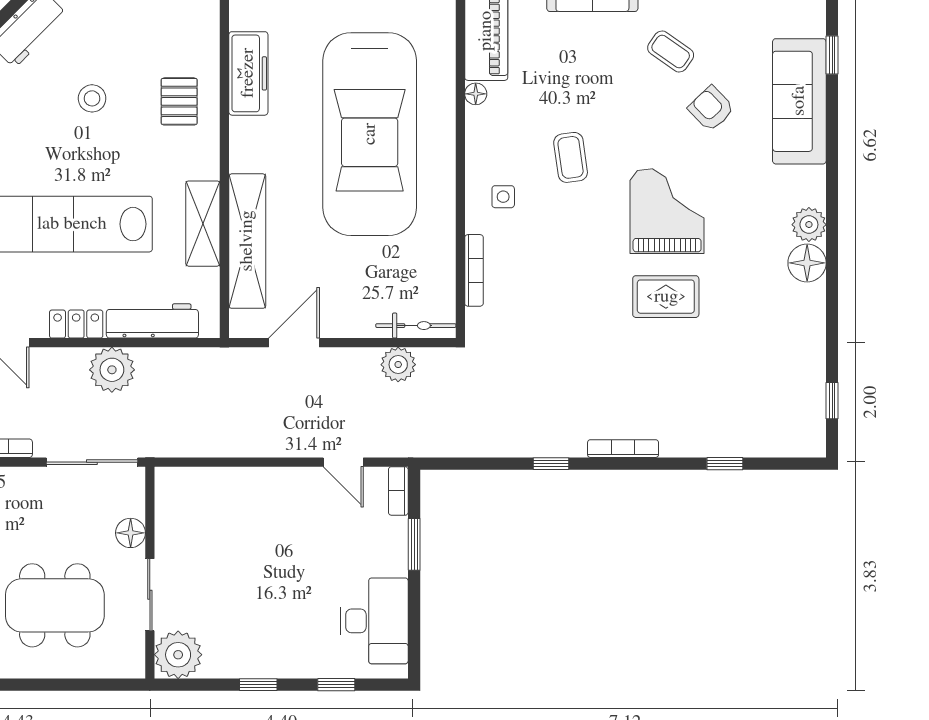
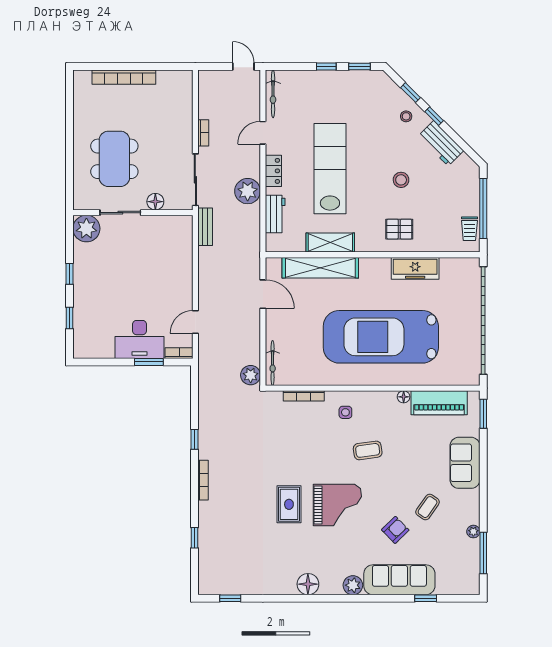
plant: (809, 225) -> (353, 585), moved
workbench: (152, 321) -> (275, 214), width x0.73
plant: (398, 365) -> (251, 375), moved
bench: (175, 445) -> (205, 227), added
desk: (374, 621) -> (140, 339), moved

